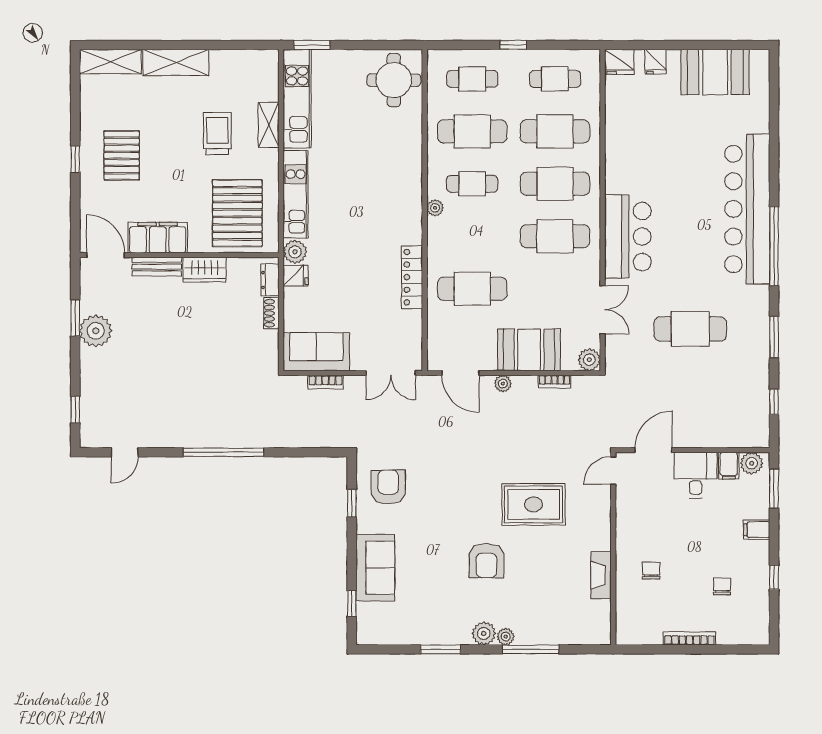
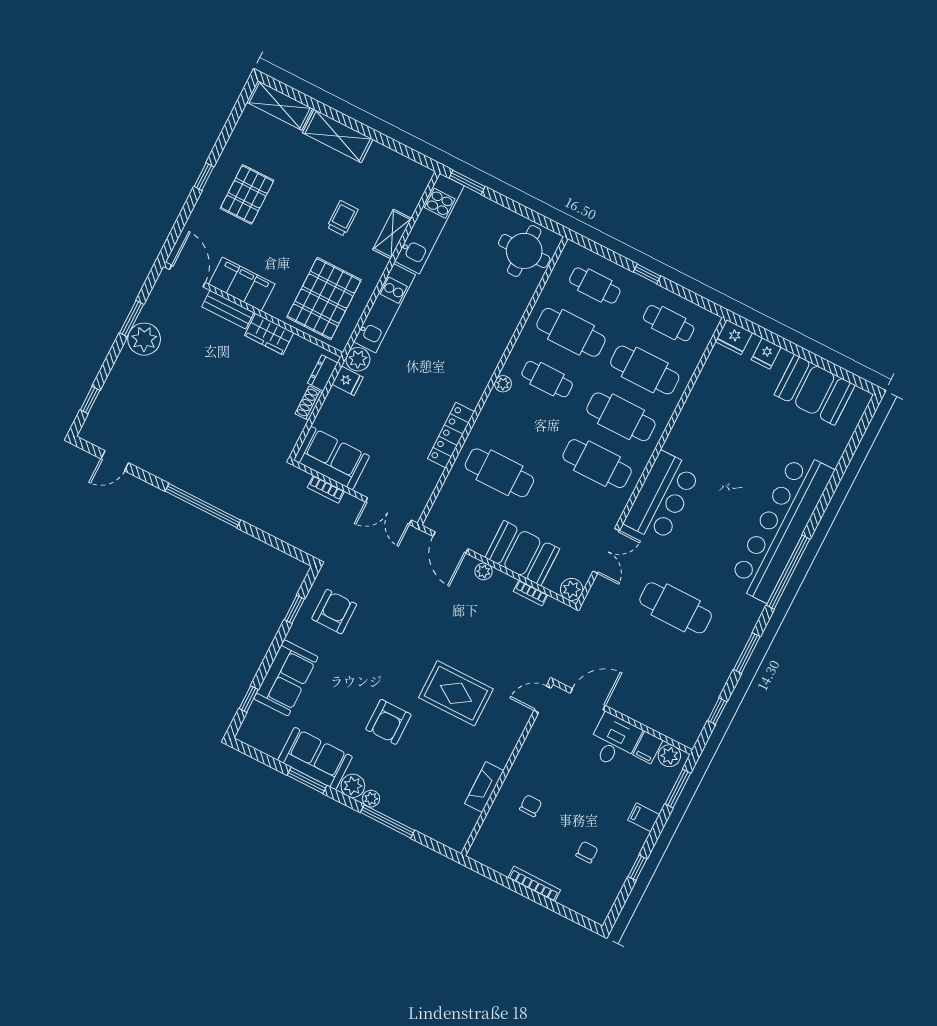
trolley: (217, 133) -> (342, 218), width x0.73, depth x0.72
sofa: (438, 626) -> (315, 758), added

